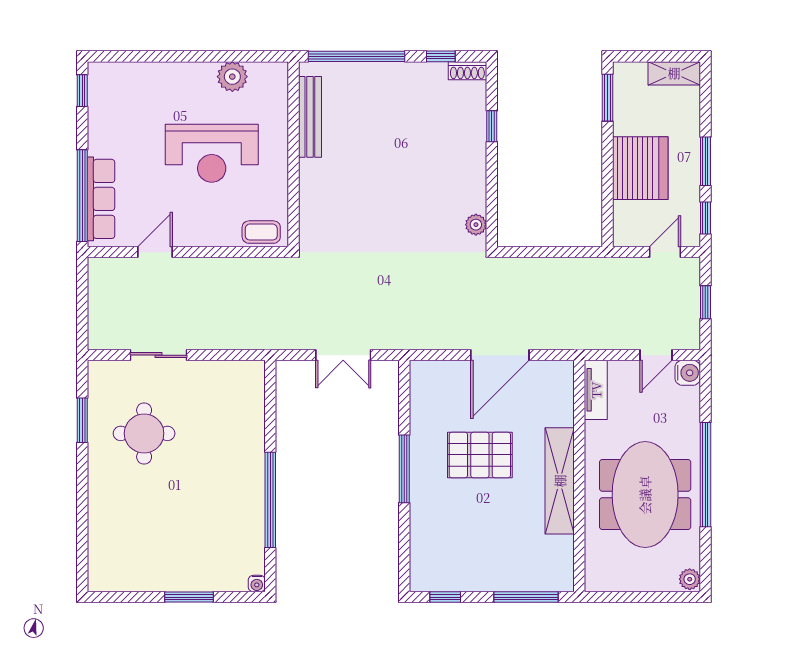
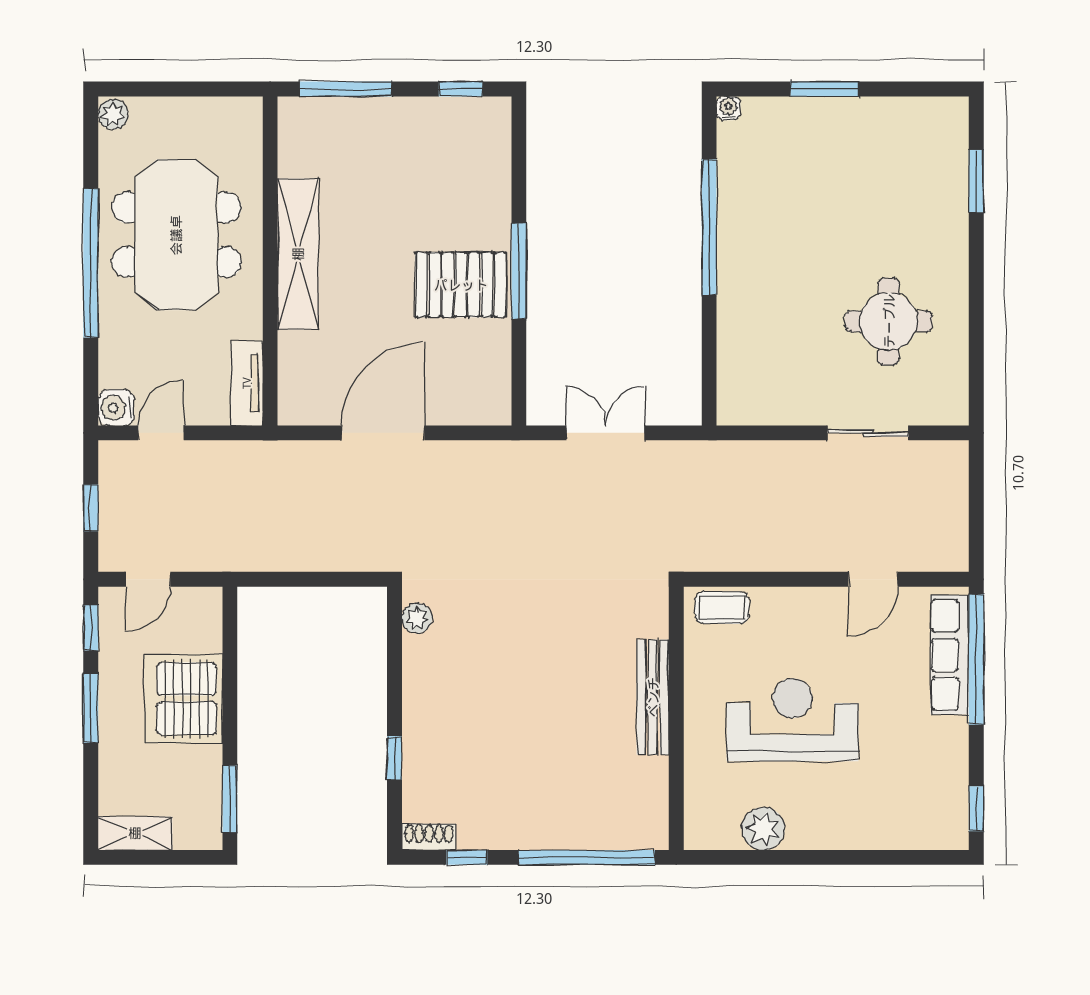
bench: (310, 117) -> (653, 697), moved
window: (82, 420) -> (976, 181), moved
pallet: (480, 455) -> (461, 285), moved

